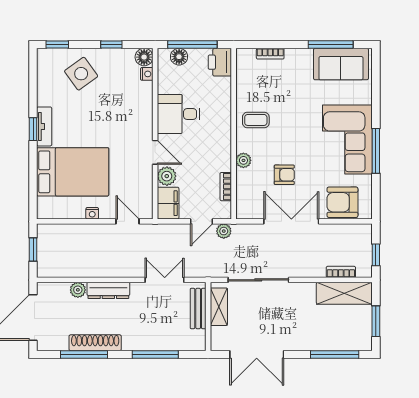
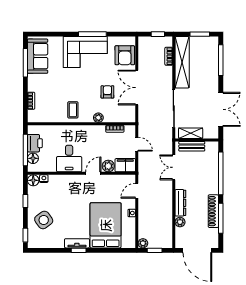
printer: (220, 62) -> (35, 143), moved, turned -90
plant: (224, 231) -> (143, 243), moved
shelving: (344, 293) -> (182, 62), width x1.47
window: (155, 354) -> (221, 173), width x1.46

